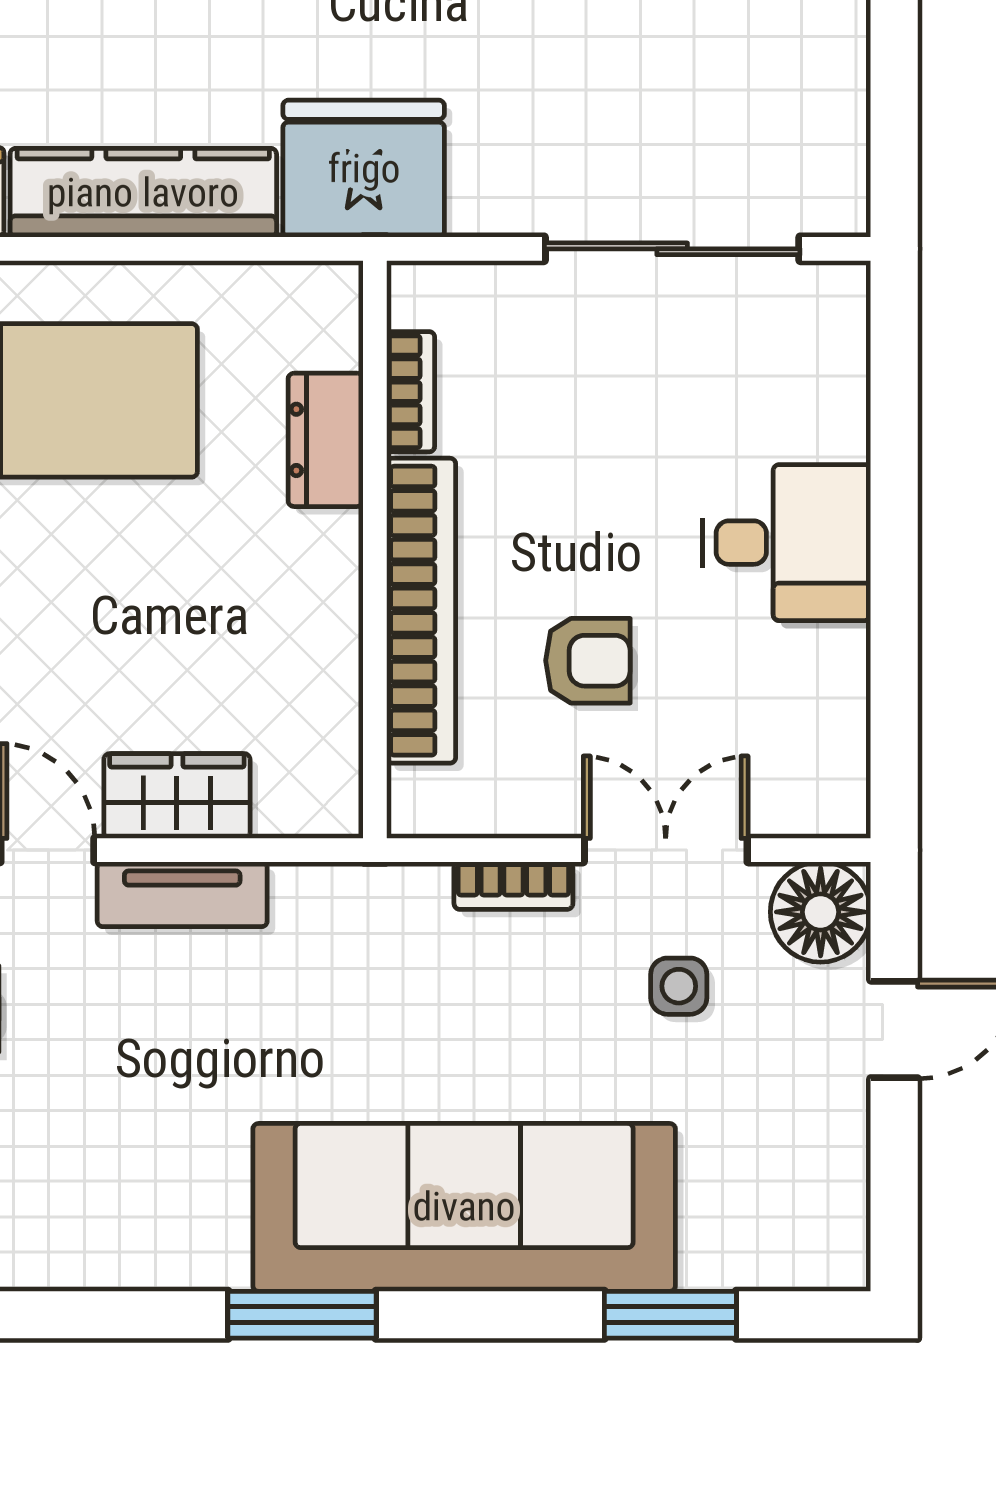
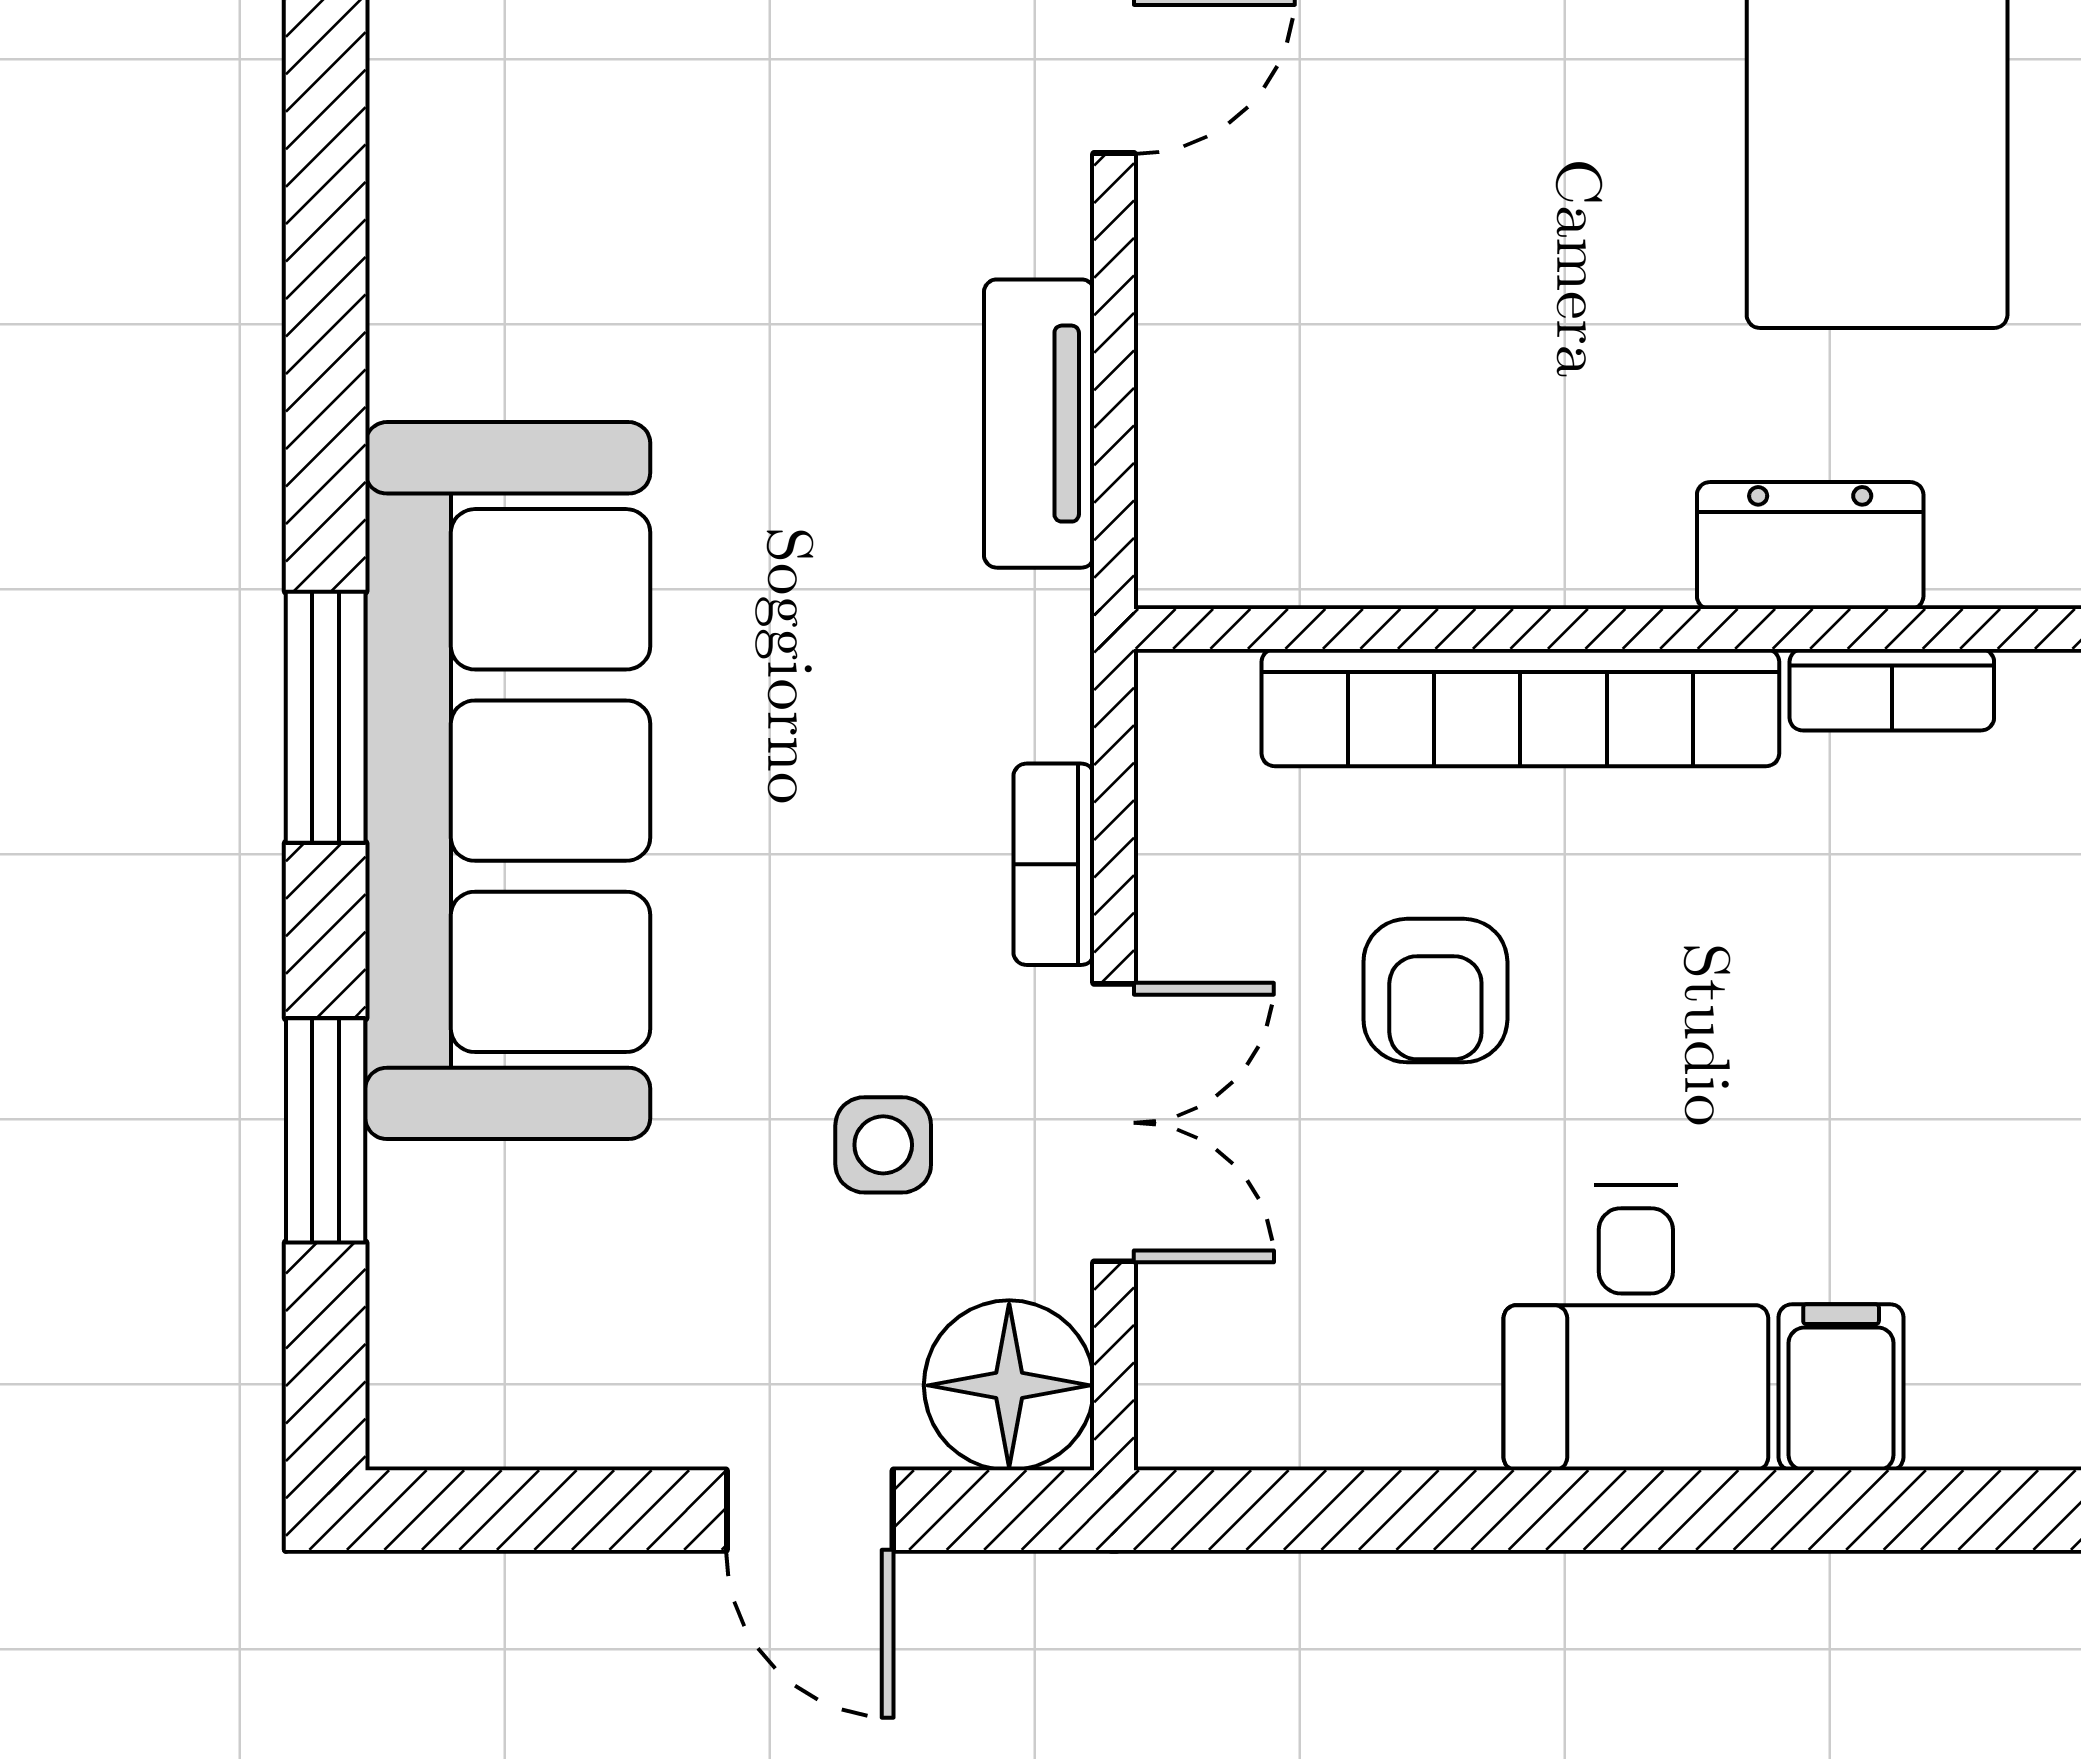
filing cabinet: (822, 422) -> (1841, 1387), added
wardrobe: (177, 796) -> (1206, 293), removed
tv unit: (182, 894) -> (1039, 424), moved
window: (302, 1315) -> (326, 717), moved

